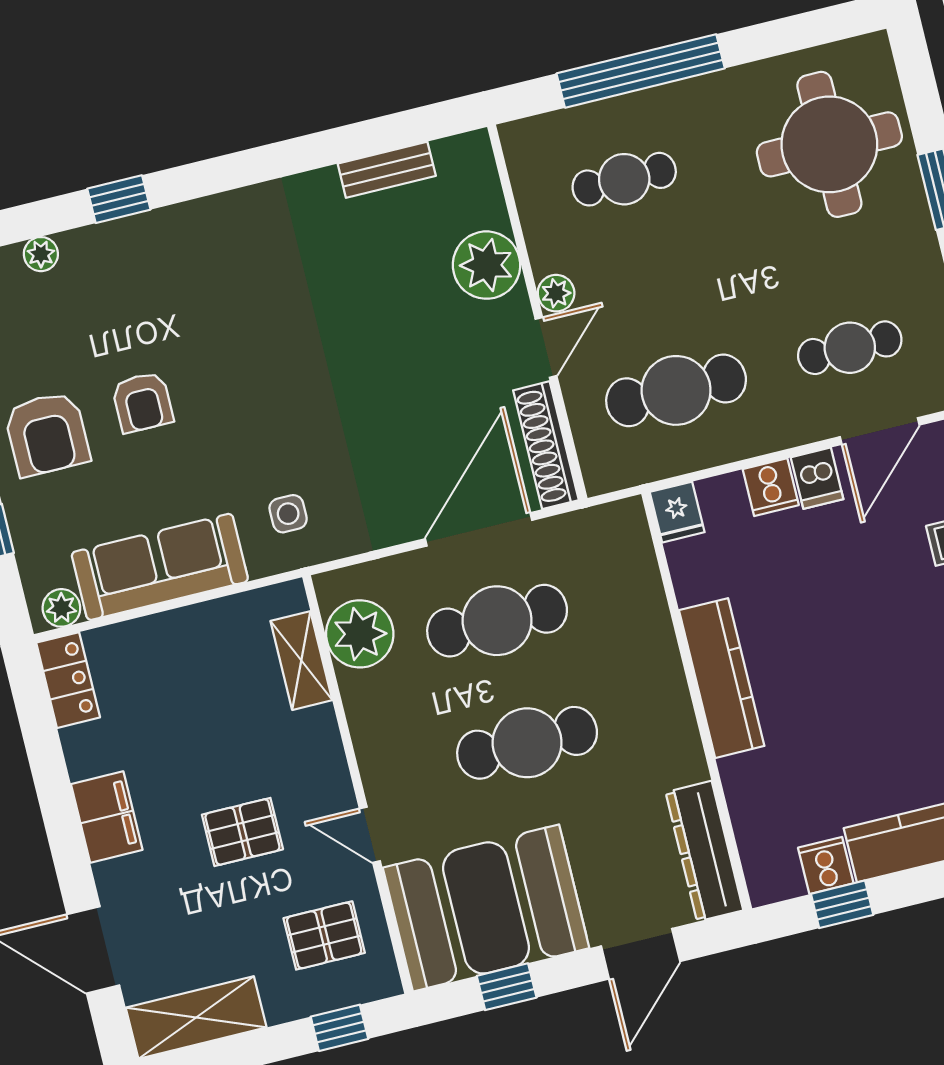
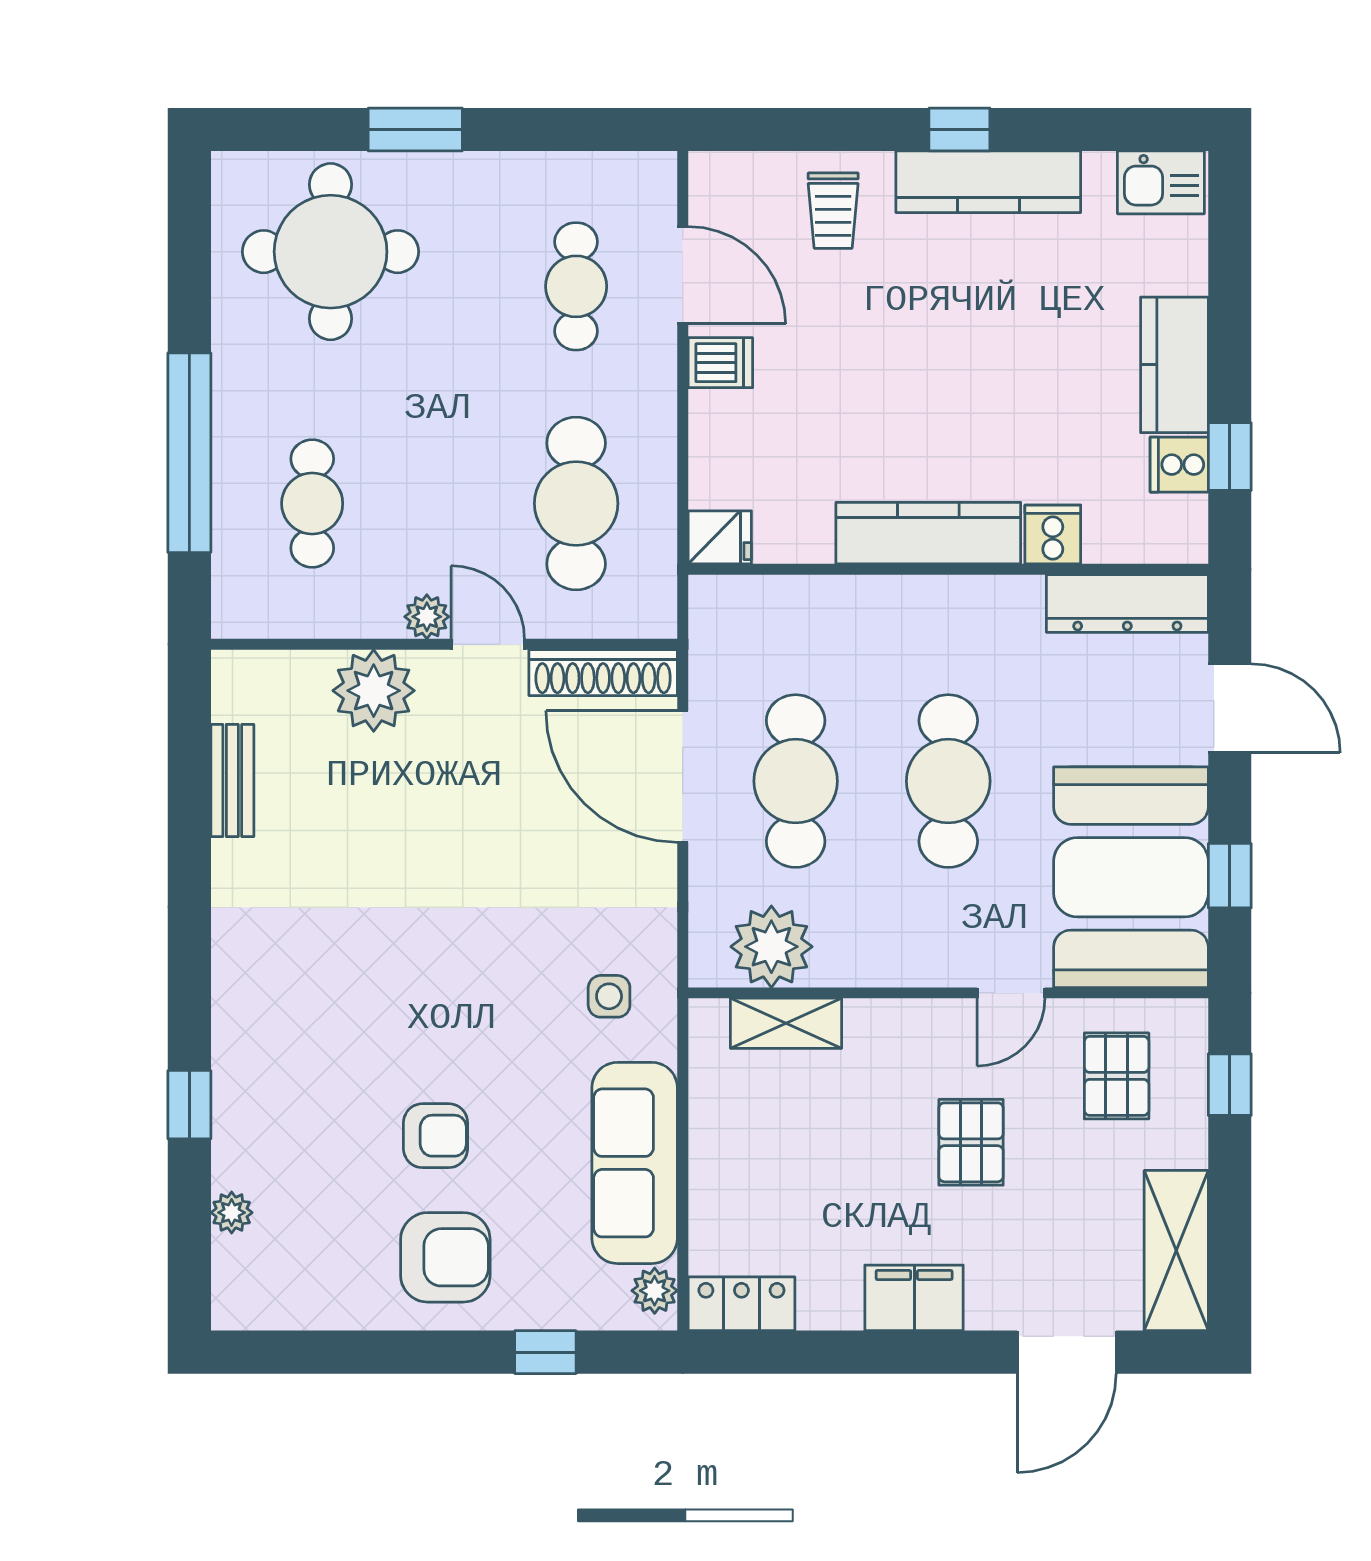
cooker: (771, 487) -> (1053, 534), moved, turned -90

